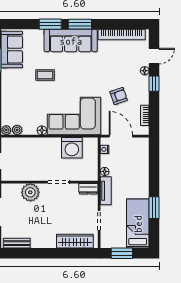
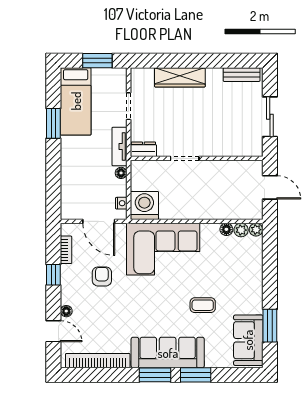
door: (154, 56) -> (53, 331), swing flipped
window: (154, 84) -> (53, 275), moved
armchair: (119, 96) -> (102, 276), turned 109
floor lamp: (42, 130) -> (226, 229), moved
washing machine: (72, 148) -> (144, 205), moved
plant: (30, 192) -> (223, 144), removed
wardrobe: (75, 241) -> (180, 77), moved

